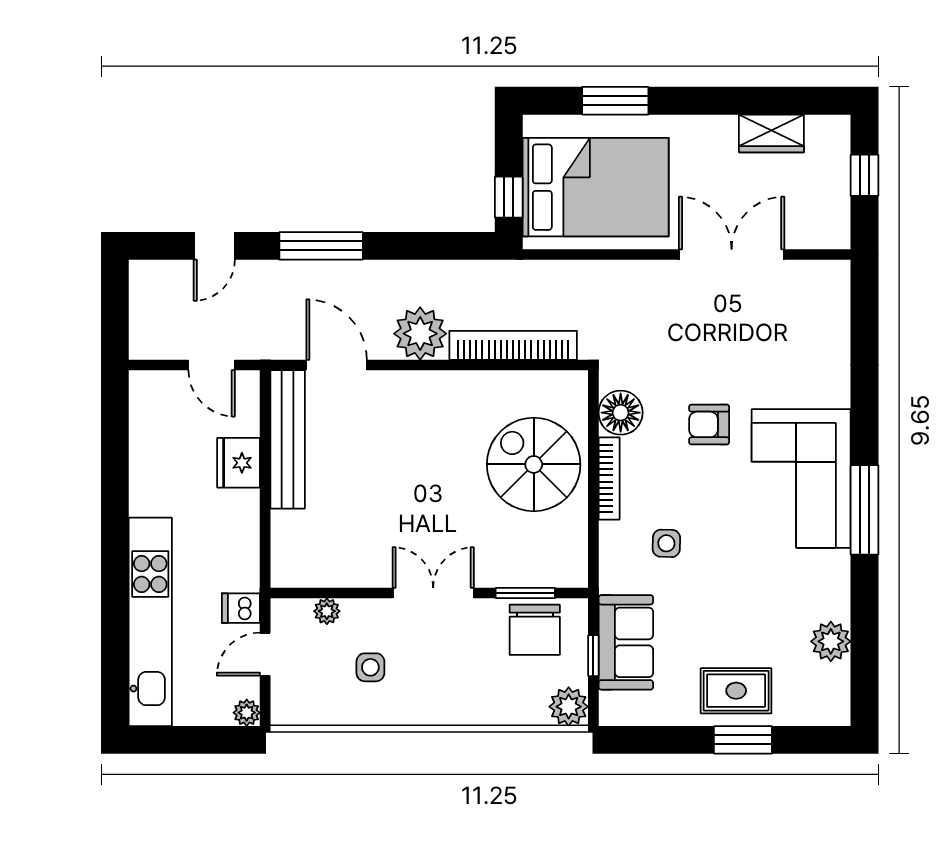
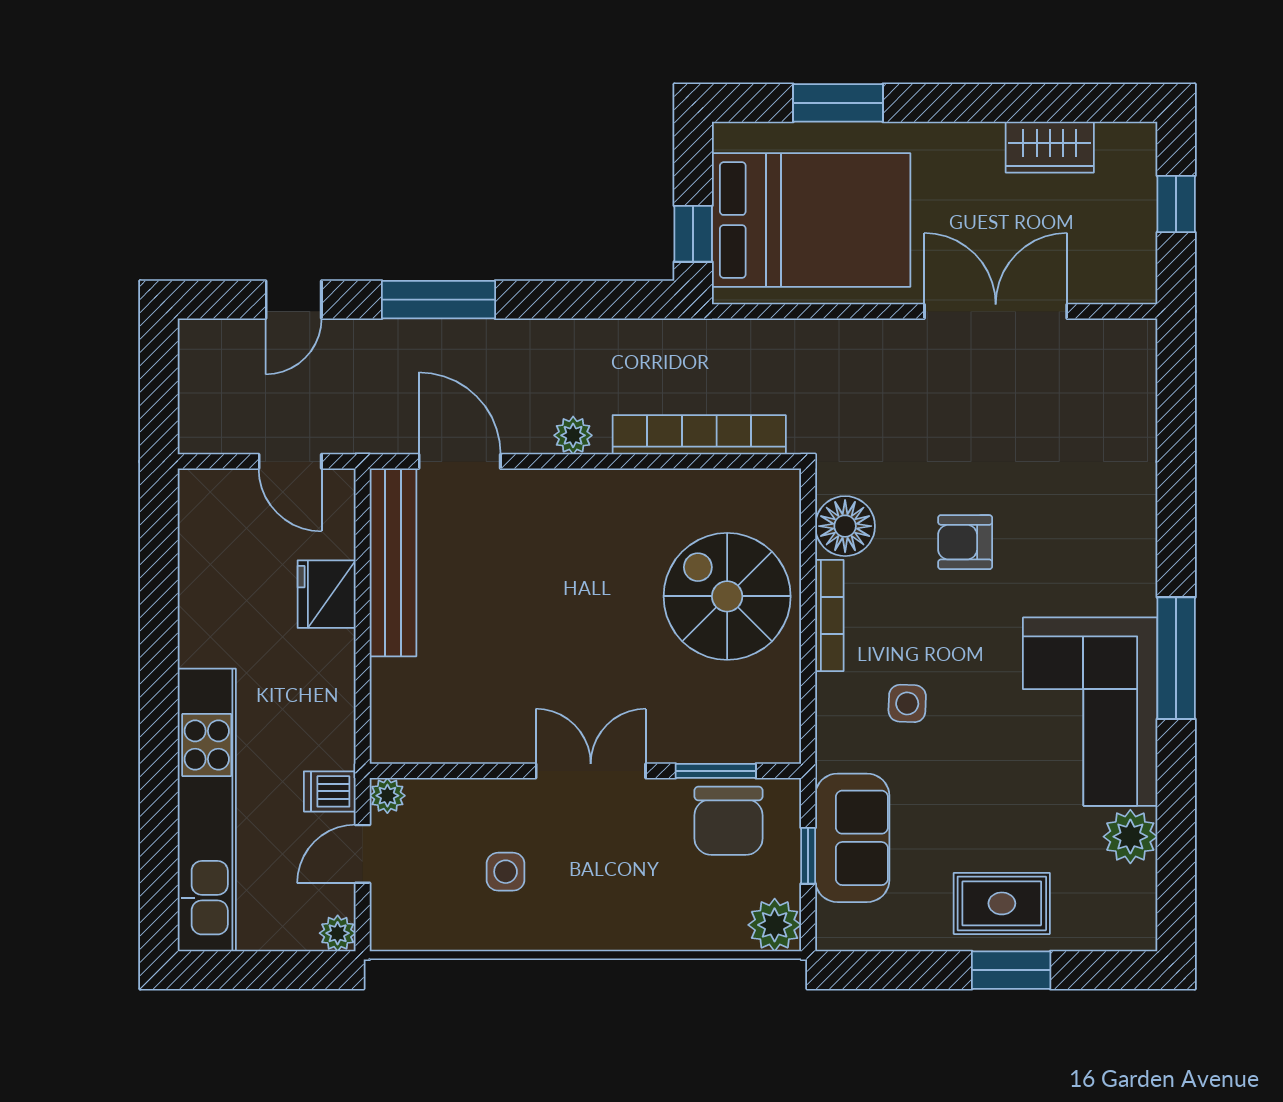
plant: (420, 334) -> (573, 435), width x0.53, depth x0.53
corner sofa: (801, 478) -> (1090, 712), moved
plant: (327, 611) -> (387, 796), moved

